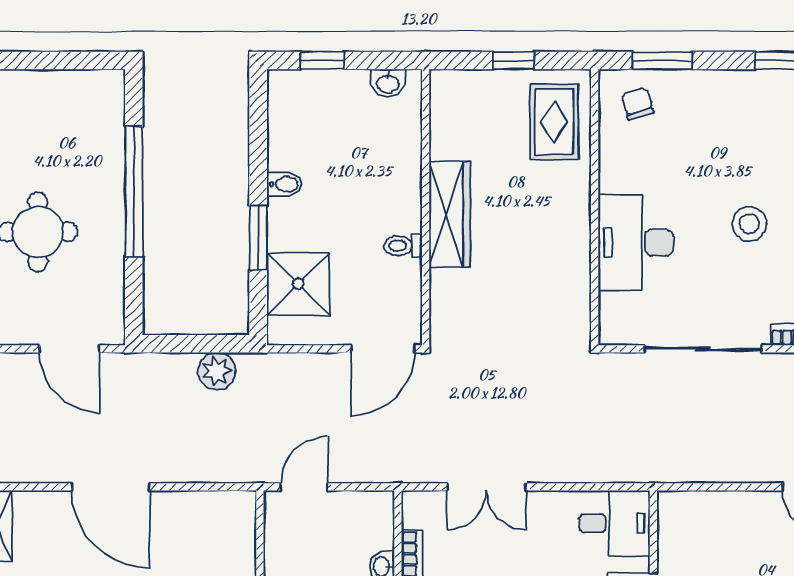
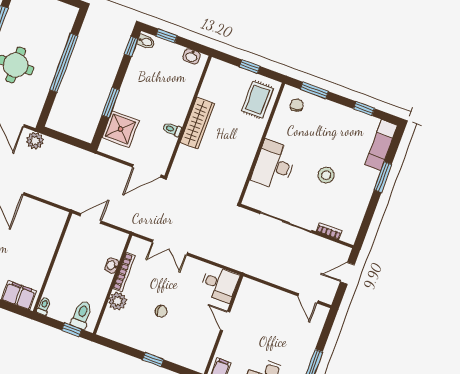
window: (258, 108) -> (131, 46), added
bidet: (285, 184) -> (146, 42), moved
plant: (217, 371) -> (35, 141), moved

